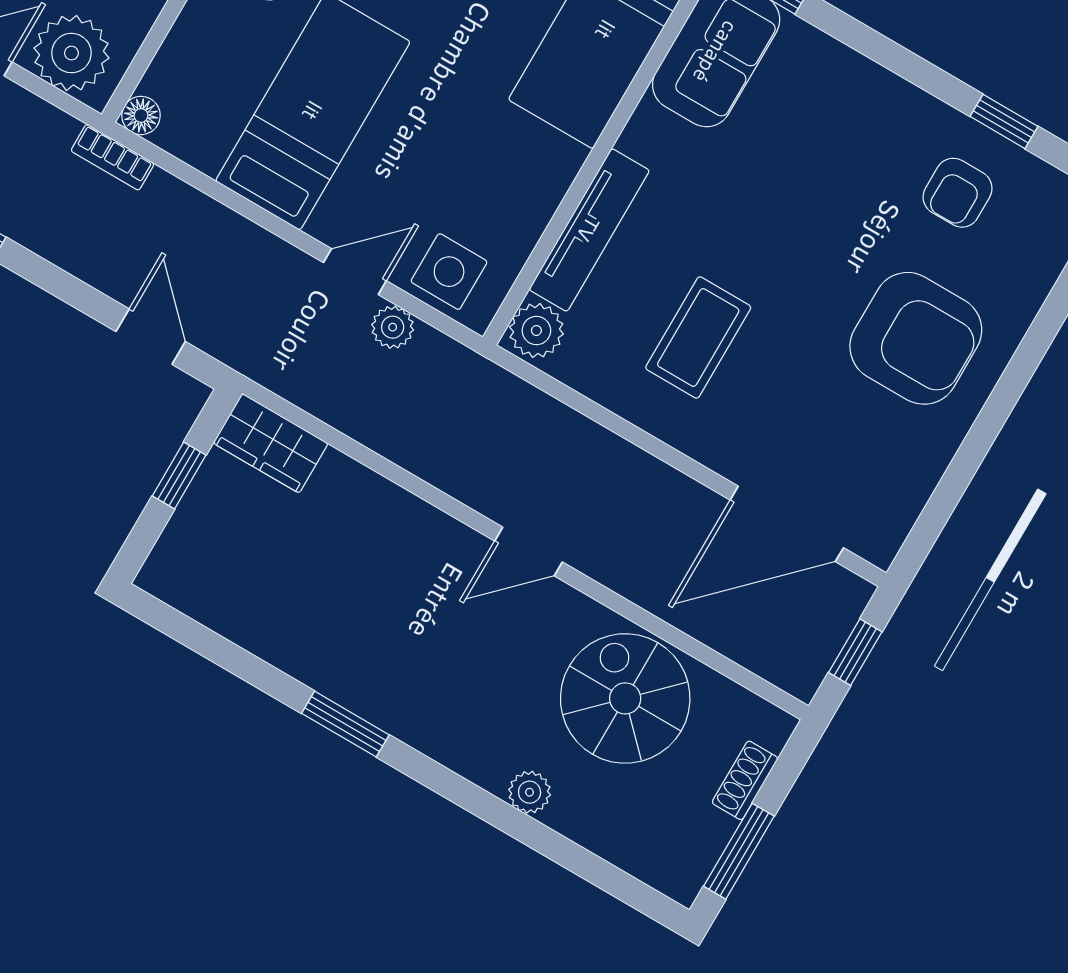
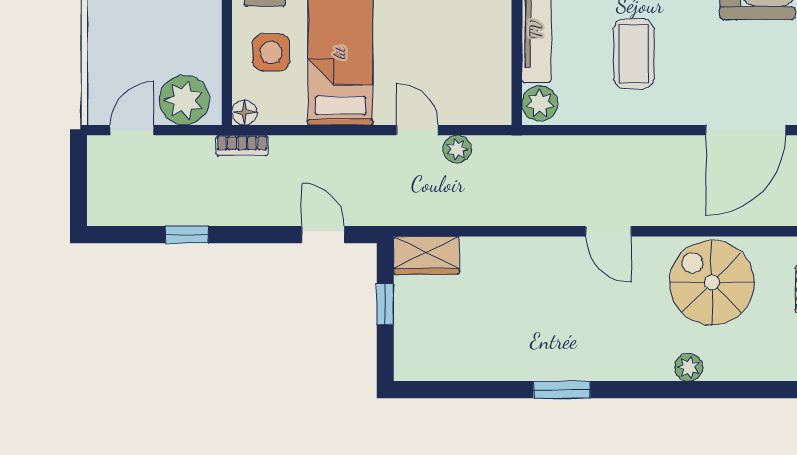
door: (355, 272) -> (417, 130), hinge flipped
side table: (449, 272) -> (271, 52), moved
door: (529, 551) -> (608, 231), hinge flipped

